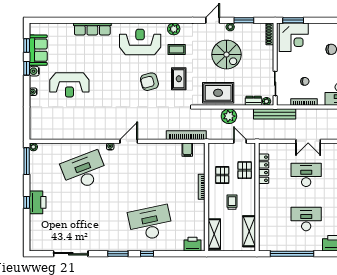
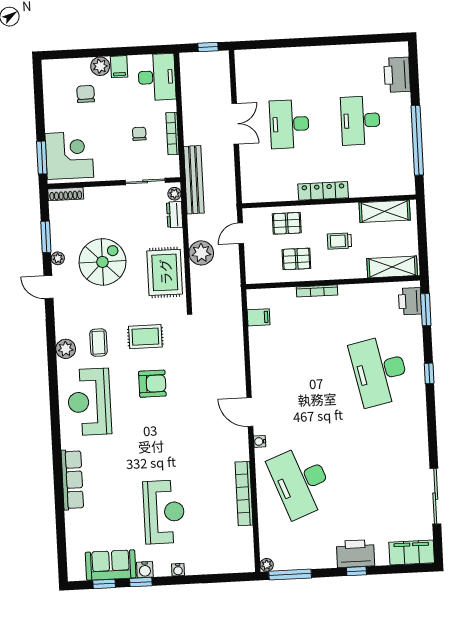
armchair: (149, 82) -> (152, 384), turned -75
bookcase: (186, 135) -> (244, 494), moved
locker: (264, 169) -> (323, 191), moved
filing cabinet: (36, 237) -> (412, 553), added
window: (118, 254) -> (426, 310), moved

